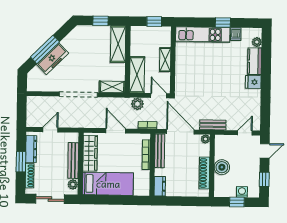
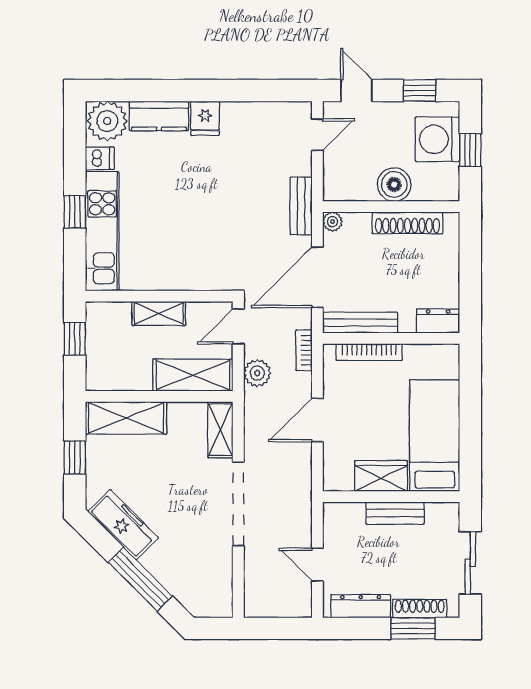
window: (223, 23) -> (75, 212), moved
plant: (257, 42) -> (107, 121), width x1.87, depth x1.87
freezer: (53, 59) -> (123, 525), moved
door: (245, 133) -> (317, 135), swing flipped
wardrobe: (90, 153) -> (381, 476), width x0.67
bench: (73, 161) -> (395, 513), width x0.73
window: (21, 162) -> (413, 628), moved
plant: (73, 184) -> (437, 513), removed
washing machine: (242, 192) -> (437, 139), width x1.89, depth x1.89

